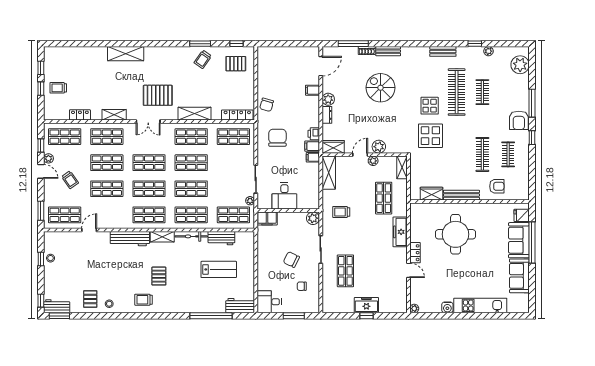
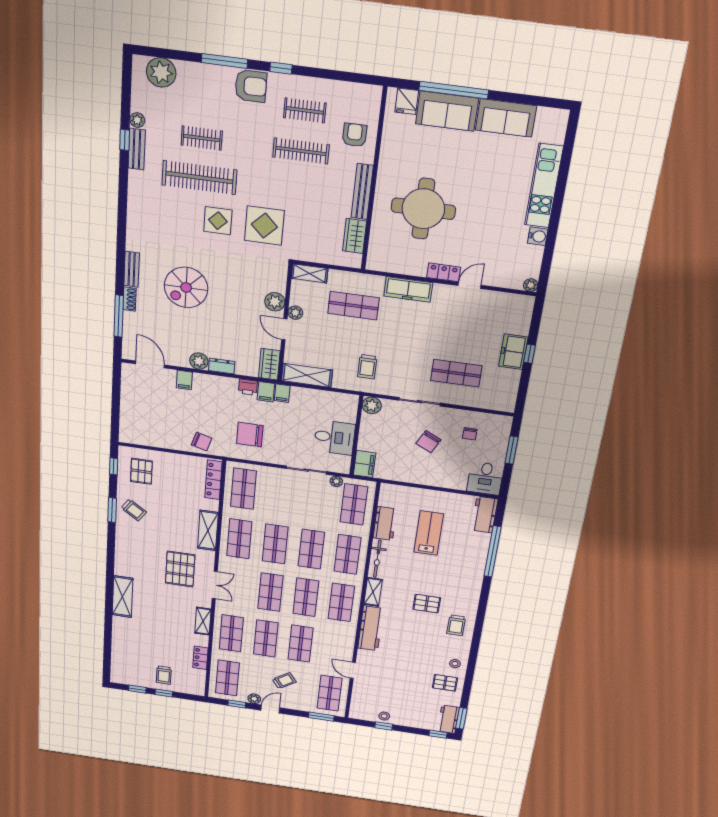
bench: (443, 51) -> (137, 149), moved

